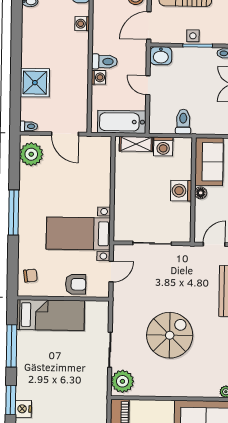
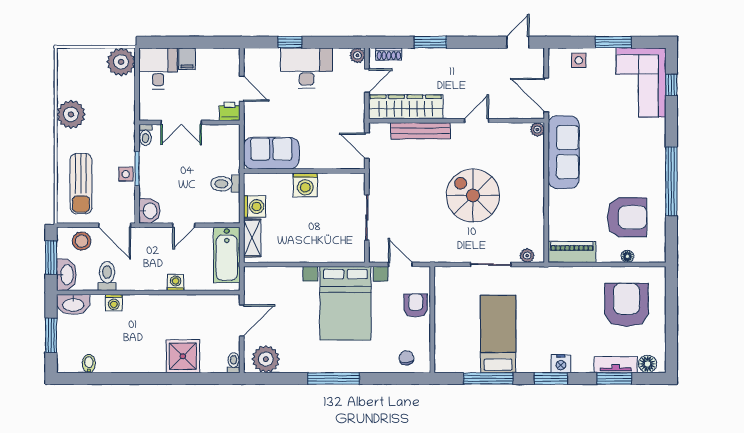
toilet: (104, 62) -> (107, 276), moved
floor lamp: (201, 193) -> (307, 162), removed
bed with nightstands: (78, 233) -> (345, 303), width x1.36
bed: (50, 315) -> (498, 334), moved
plant: (122, 381) -> (527, 256), width x0.53, depth x0.53

